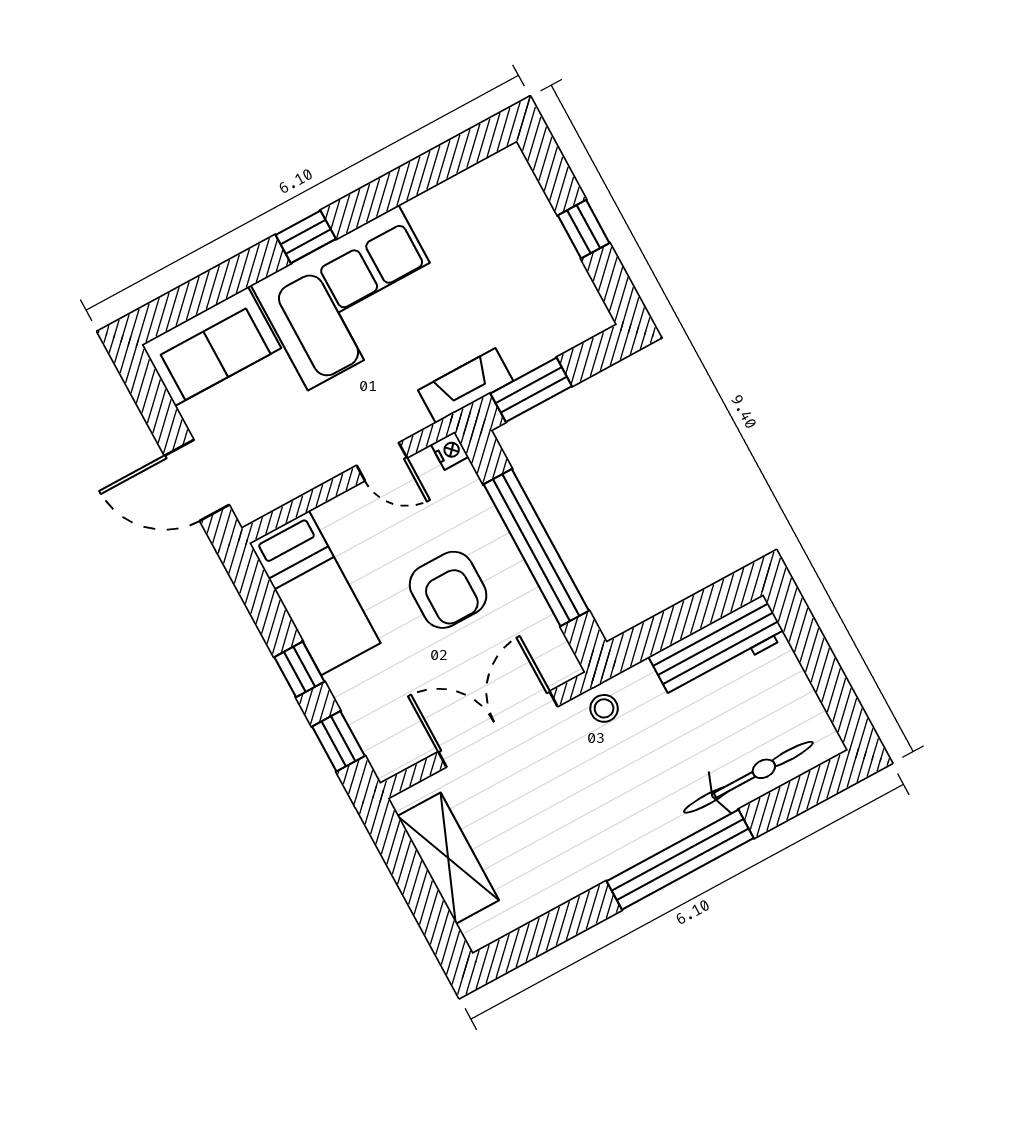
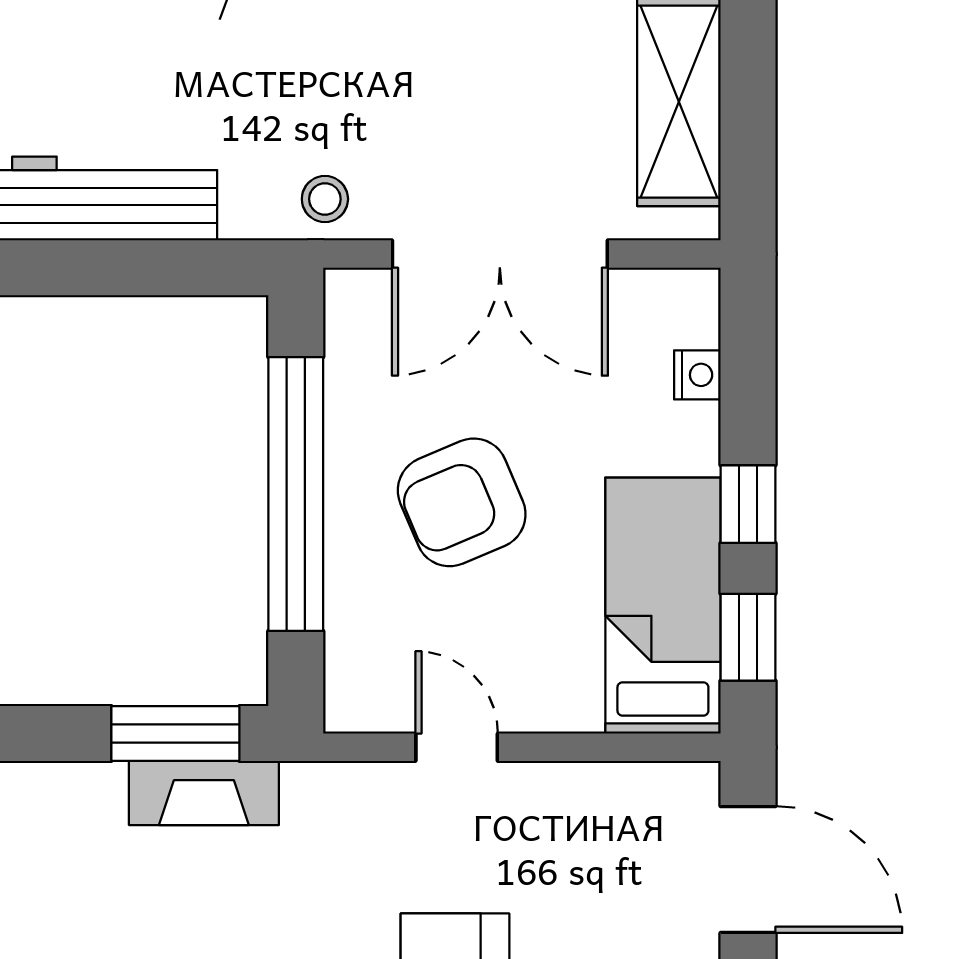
fireplace: (466, 386) -> (204, 793), moved
nightstand: (450, 451) -> (697, 375), moved, turned 180
armchair: (448, 590) -> (462, 502), turned -113
window: (338, 741) -> (748, 637), moved

